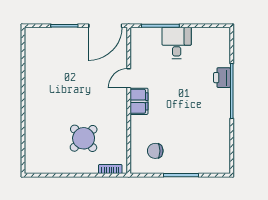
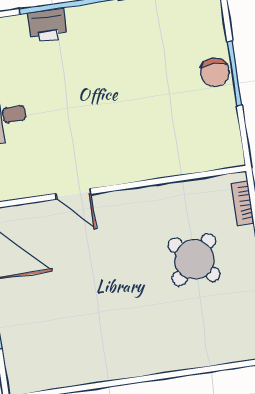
filing cabinet: (139, 101) -> (112, 169), removed
chair: (155, 151) -> (215, 72), moved

